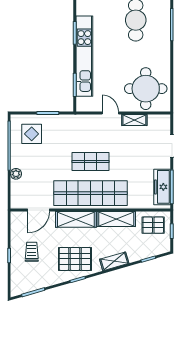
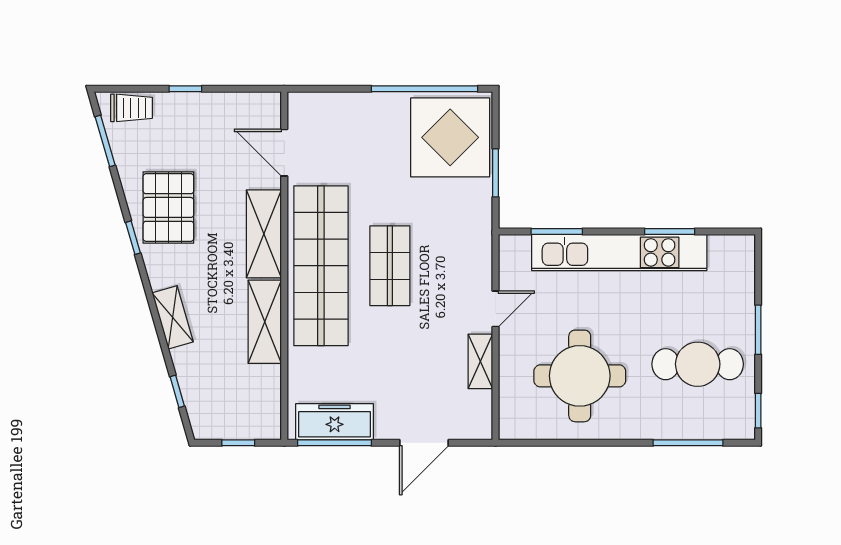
round table: (146, 89) -> (580, 376), moved
display table: (32, 134) -> (450, 137), width x1.86, depth x1.86
plant: (16, 174) -> (363, 104), removed
pallet: (153, 225) -> (251, 402), removed
trolley: (32, 252) -> (132, 108), moved
pallet: (75, 259) -> (168, 207), moved

